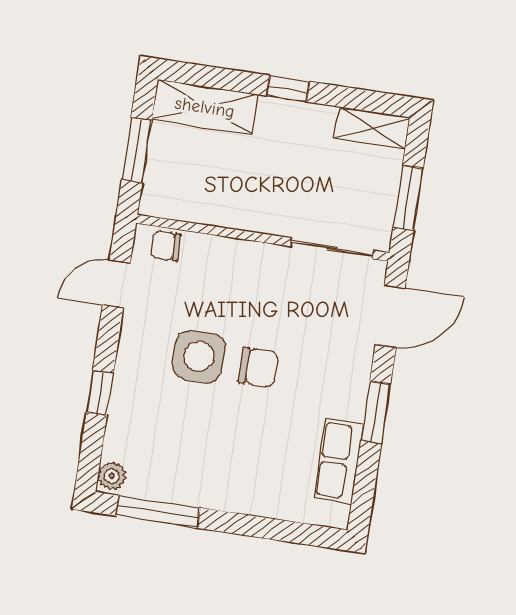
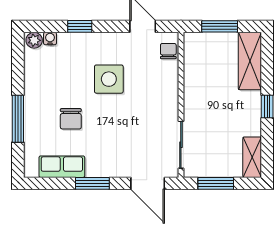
chair: (258, 367) -> (71, 119), moved
water cooler: (113, 448) -> (50, 39), added
window: (158, 512) -> (18, 119), moved

